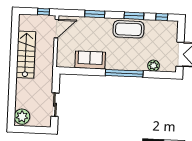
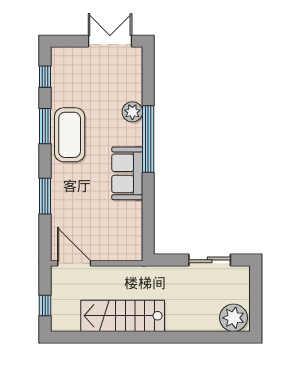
window: (44, 12) -> (45, 306), moved
sofa: (90, 60) -> (127, 173), moved
plant: (153, 66) -> (132, 112), moved

